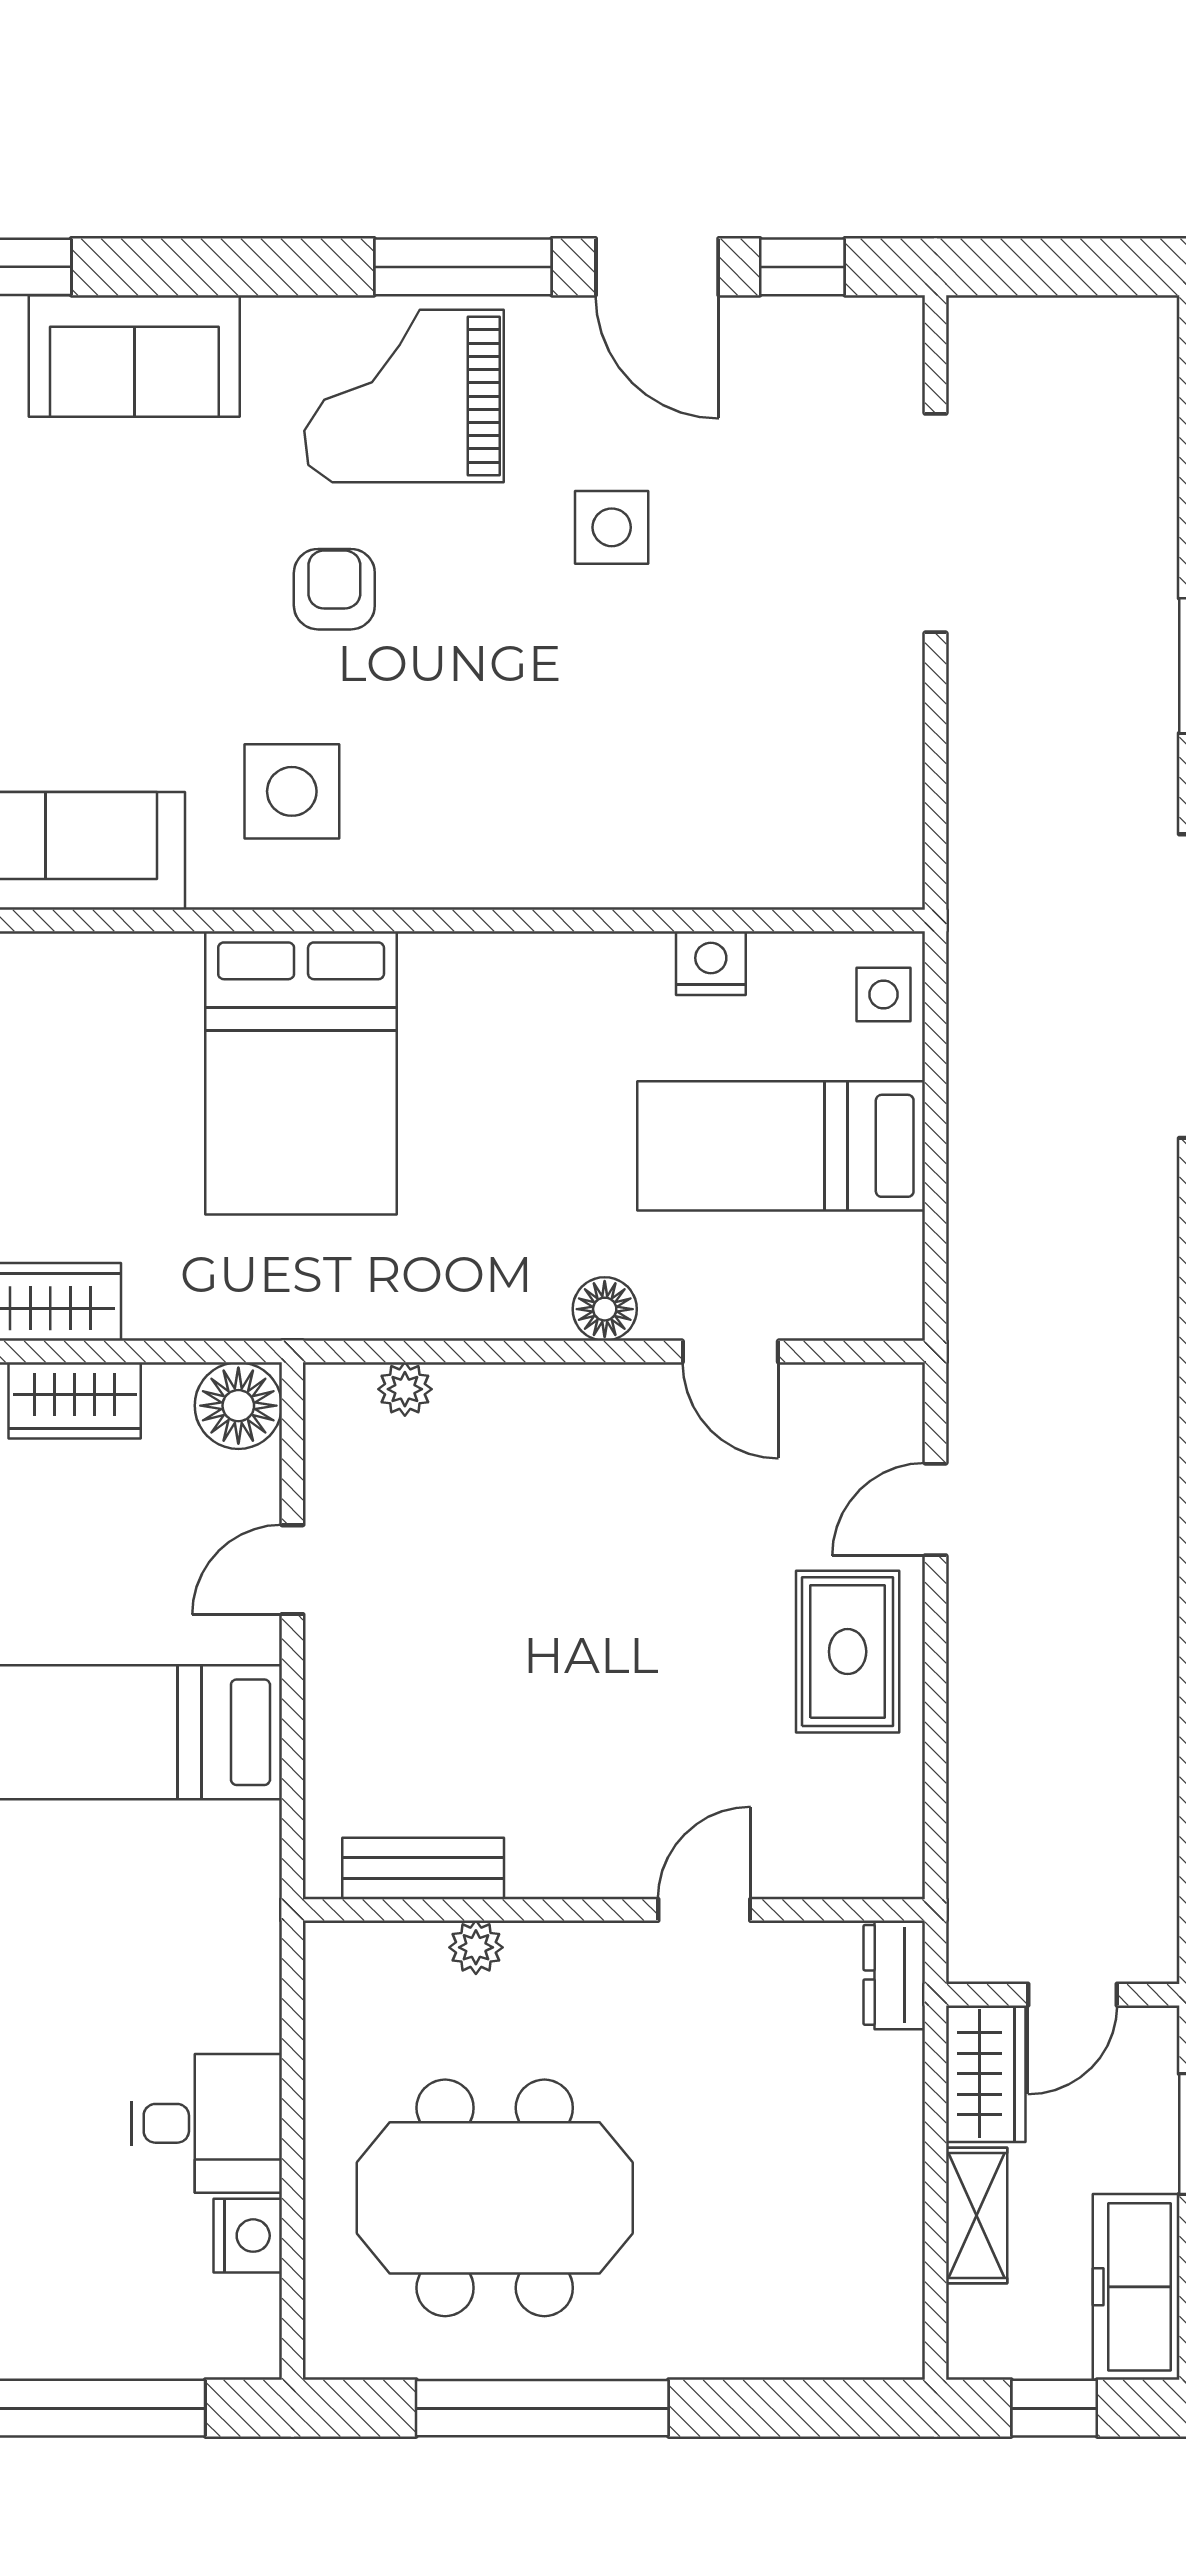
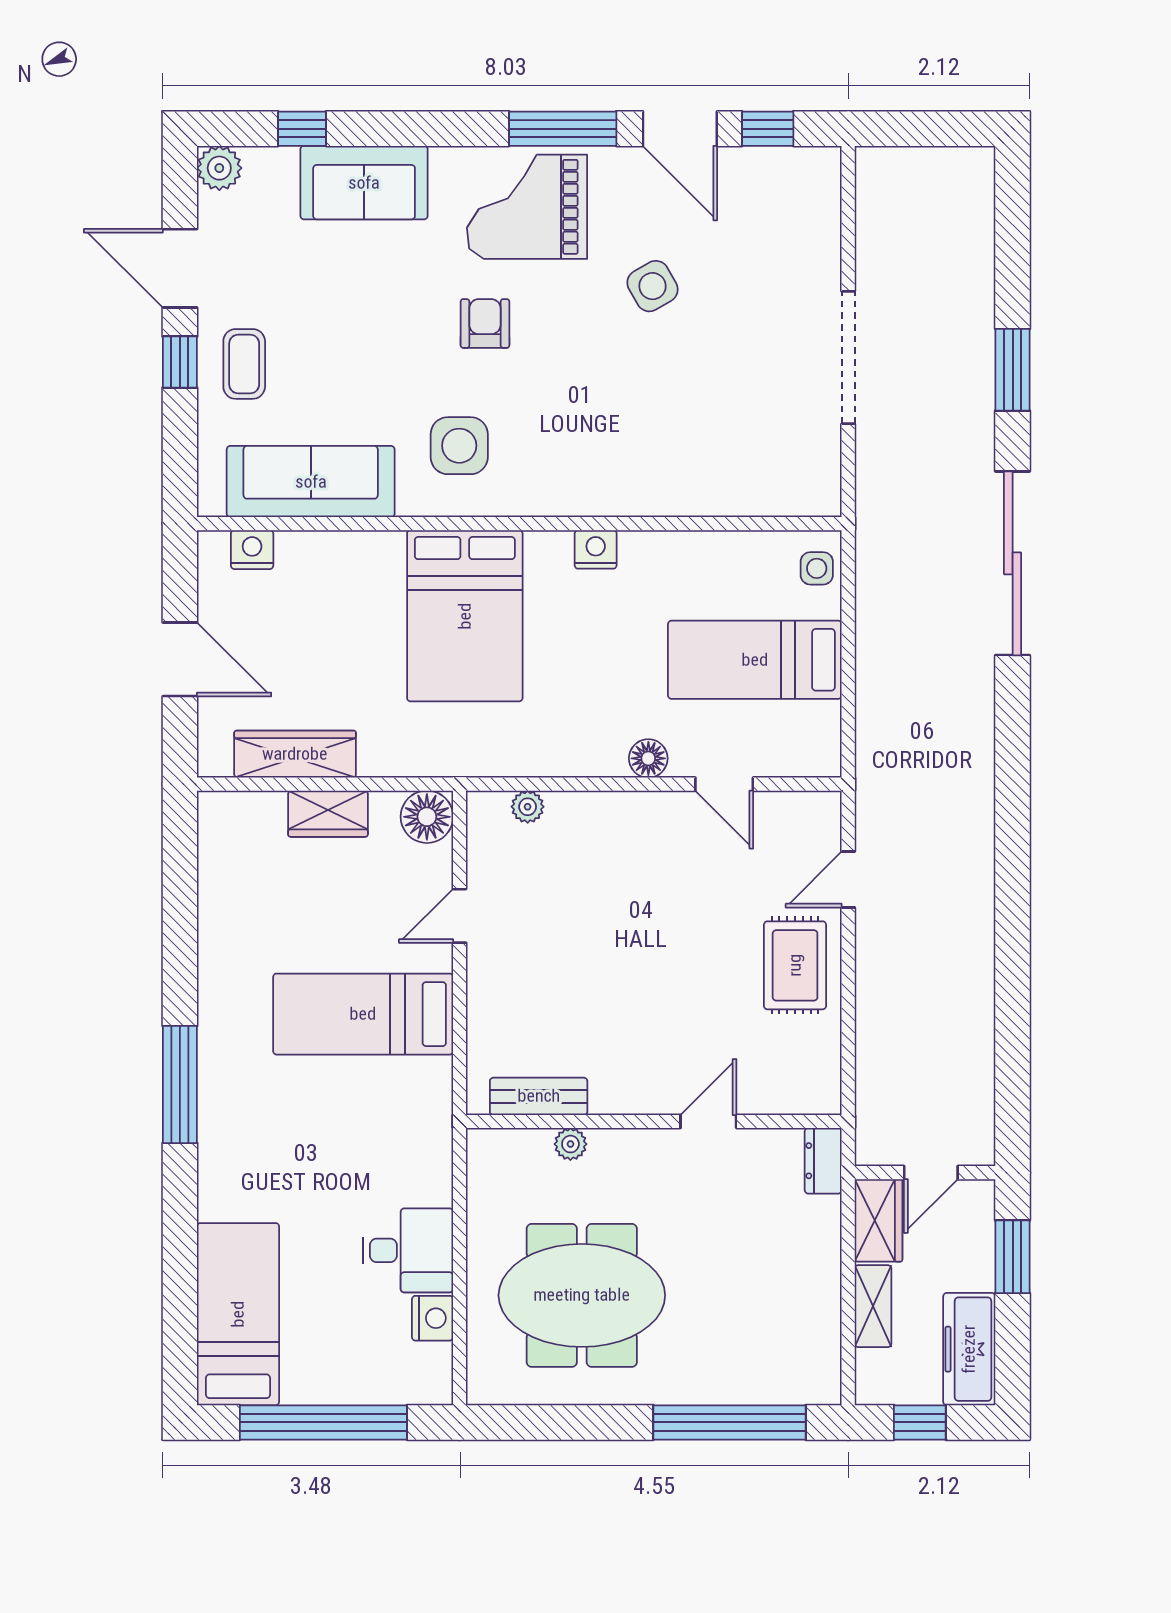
doorway: (935, 523) -> (848, 358), moved
side table: (612, 527) -> (652, 286), turned -30
nightstand: (711, 963) -> (596, 549), moved
window: (542, 2408) -> (729, 1422), moved

